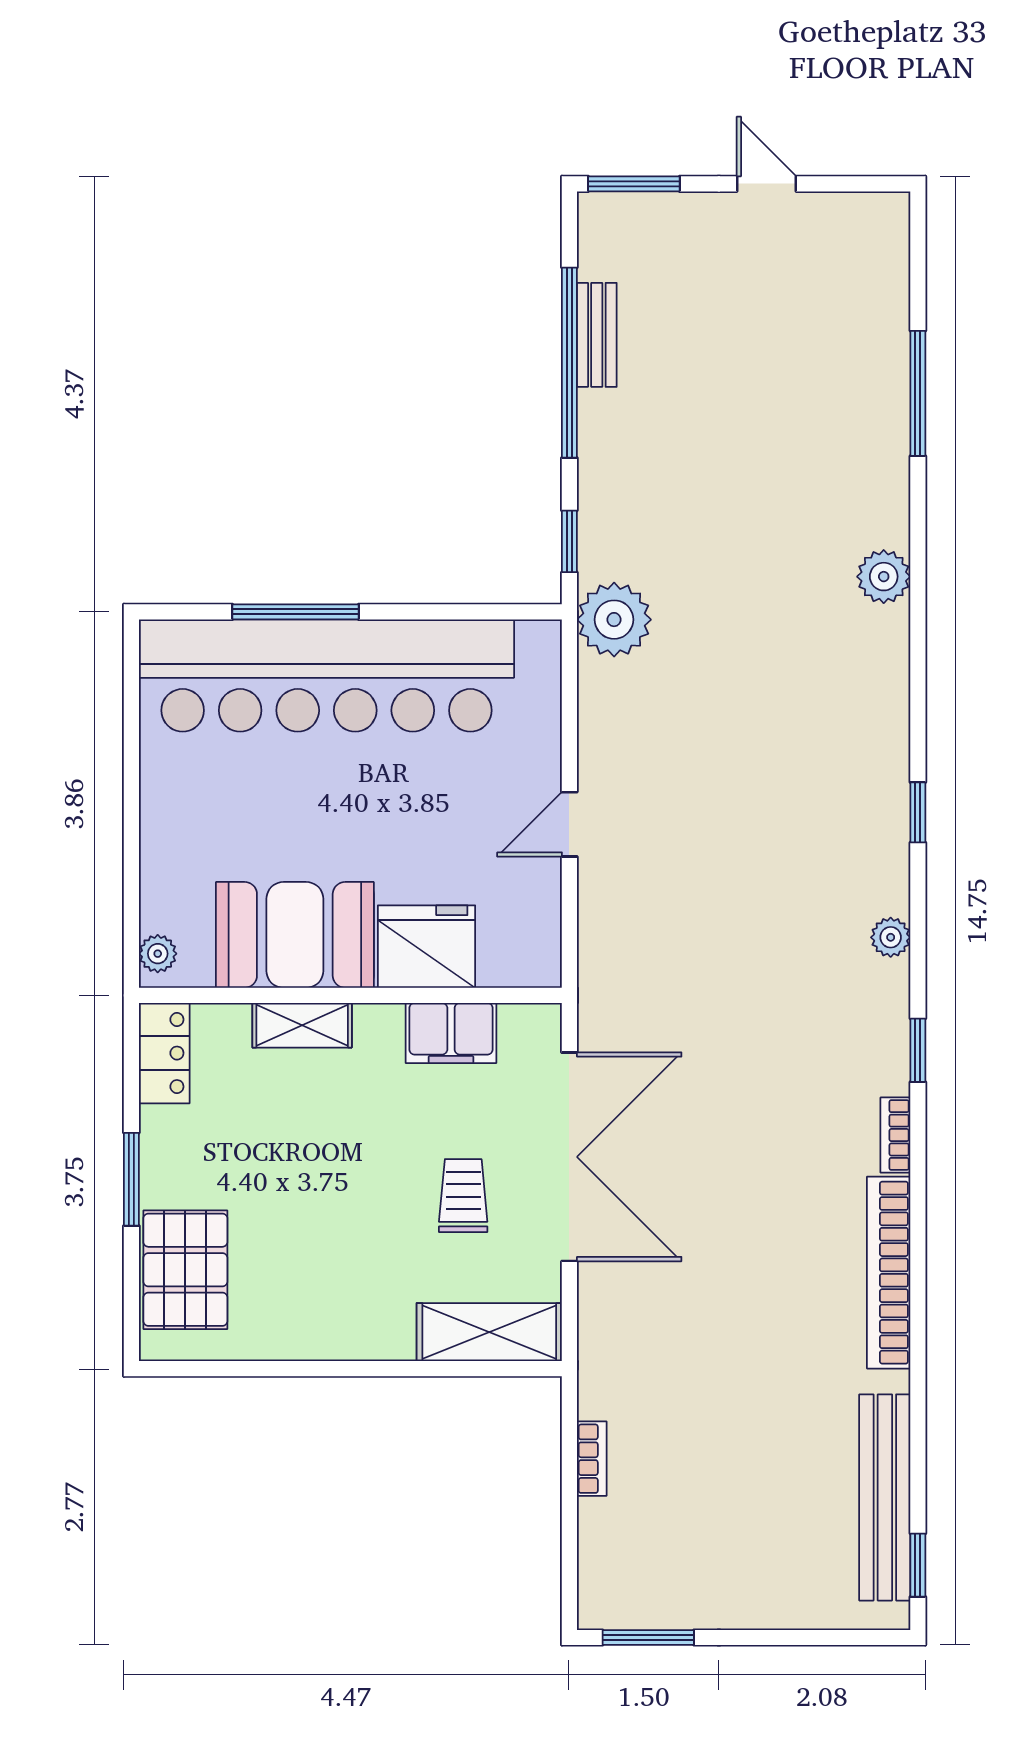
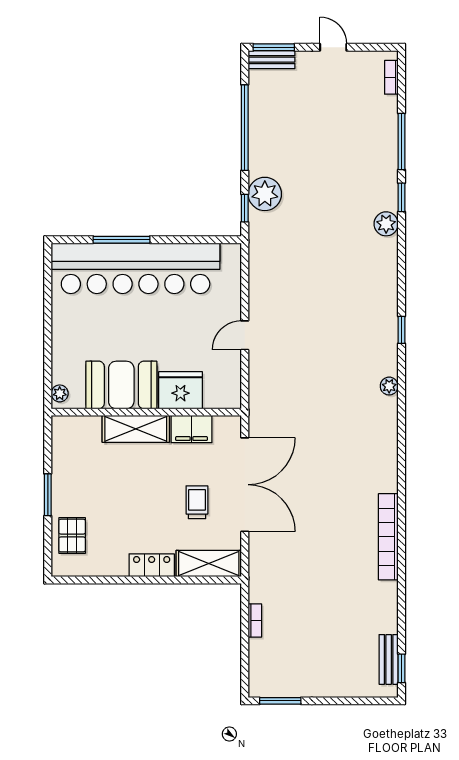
bench: (597, 335) -> (272, 60), moved, turned 90
plant: (614, 620) -> (265, 194), moved
shelving: (302, 1025) -> (136, 429), width x1.50, depth x1.33
window: (918, 1050) -> (401, 197), moved
locker: (164, 1053) -> (152, 565), moved, turned -90
bookcase: (895, 1135) -> (391, 77), moved
pallet: (185, 1270) -> (72, 536), width x0.67, depth x0.71
bench: (885, 1497) -> (389, 659), width x0.54, depth x0.82

